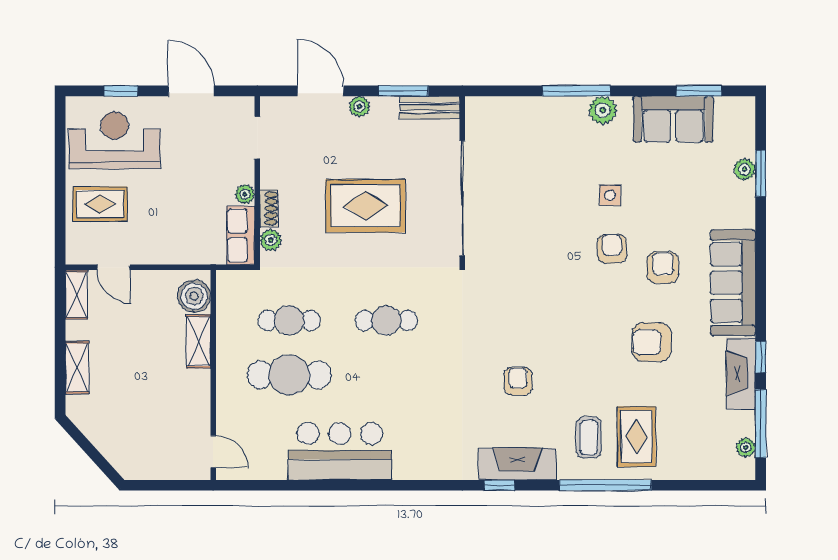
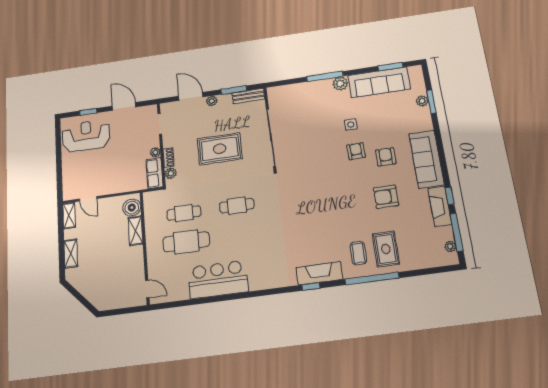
sofa: (673, 119) -> (379, 82), width x1.36
rug: (100, 204) -> (80, 168), removed
armchair: (518, 381) -> (314, 228), removed

